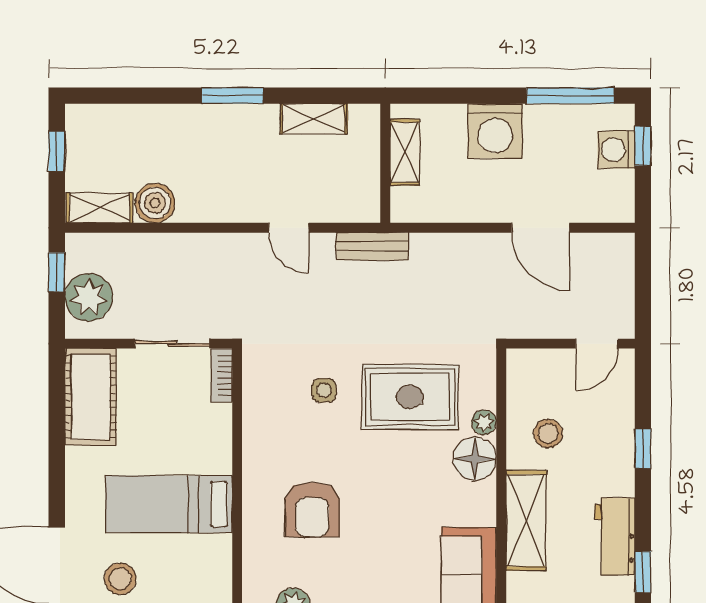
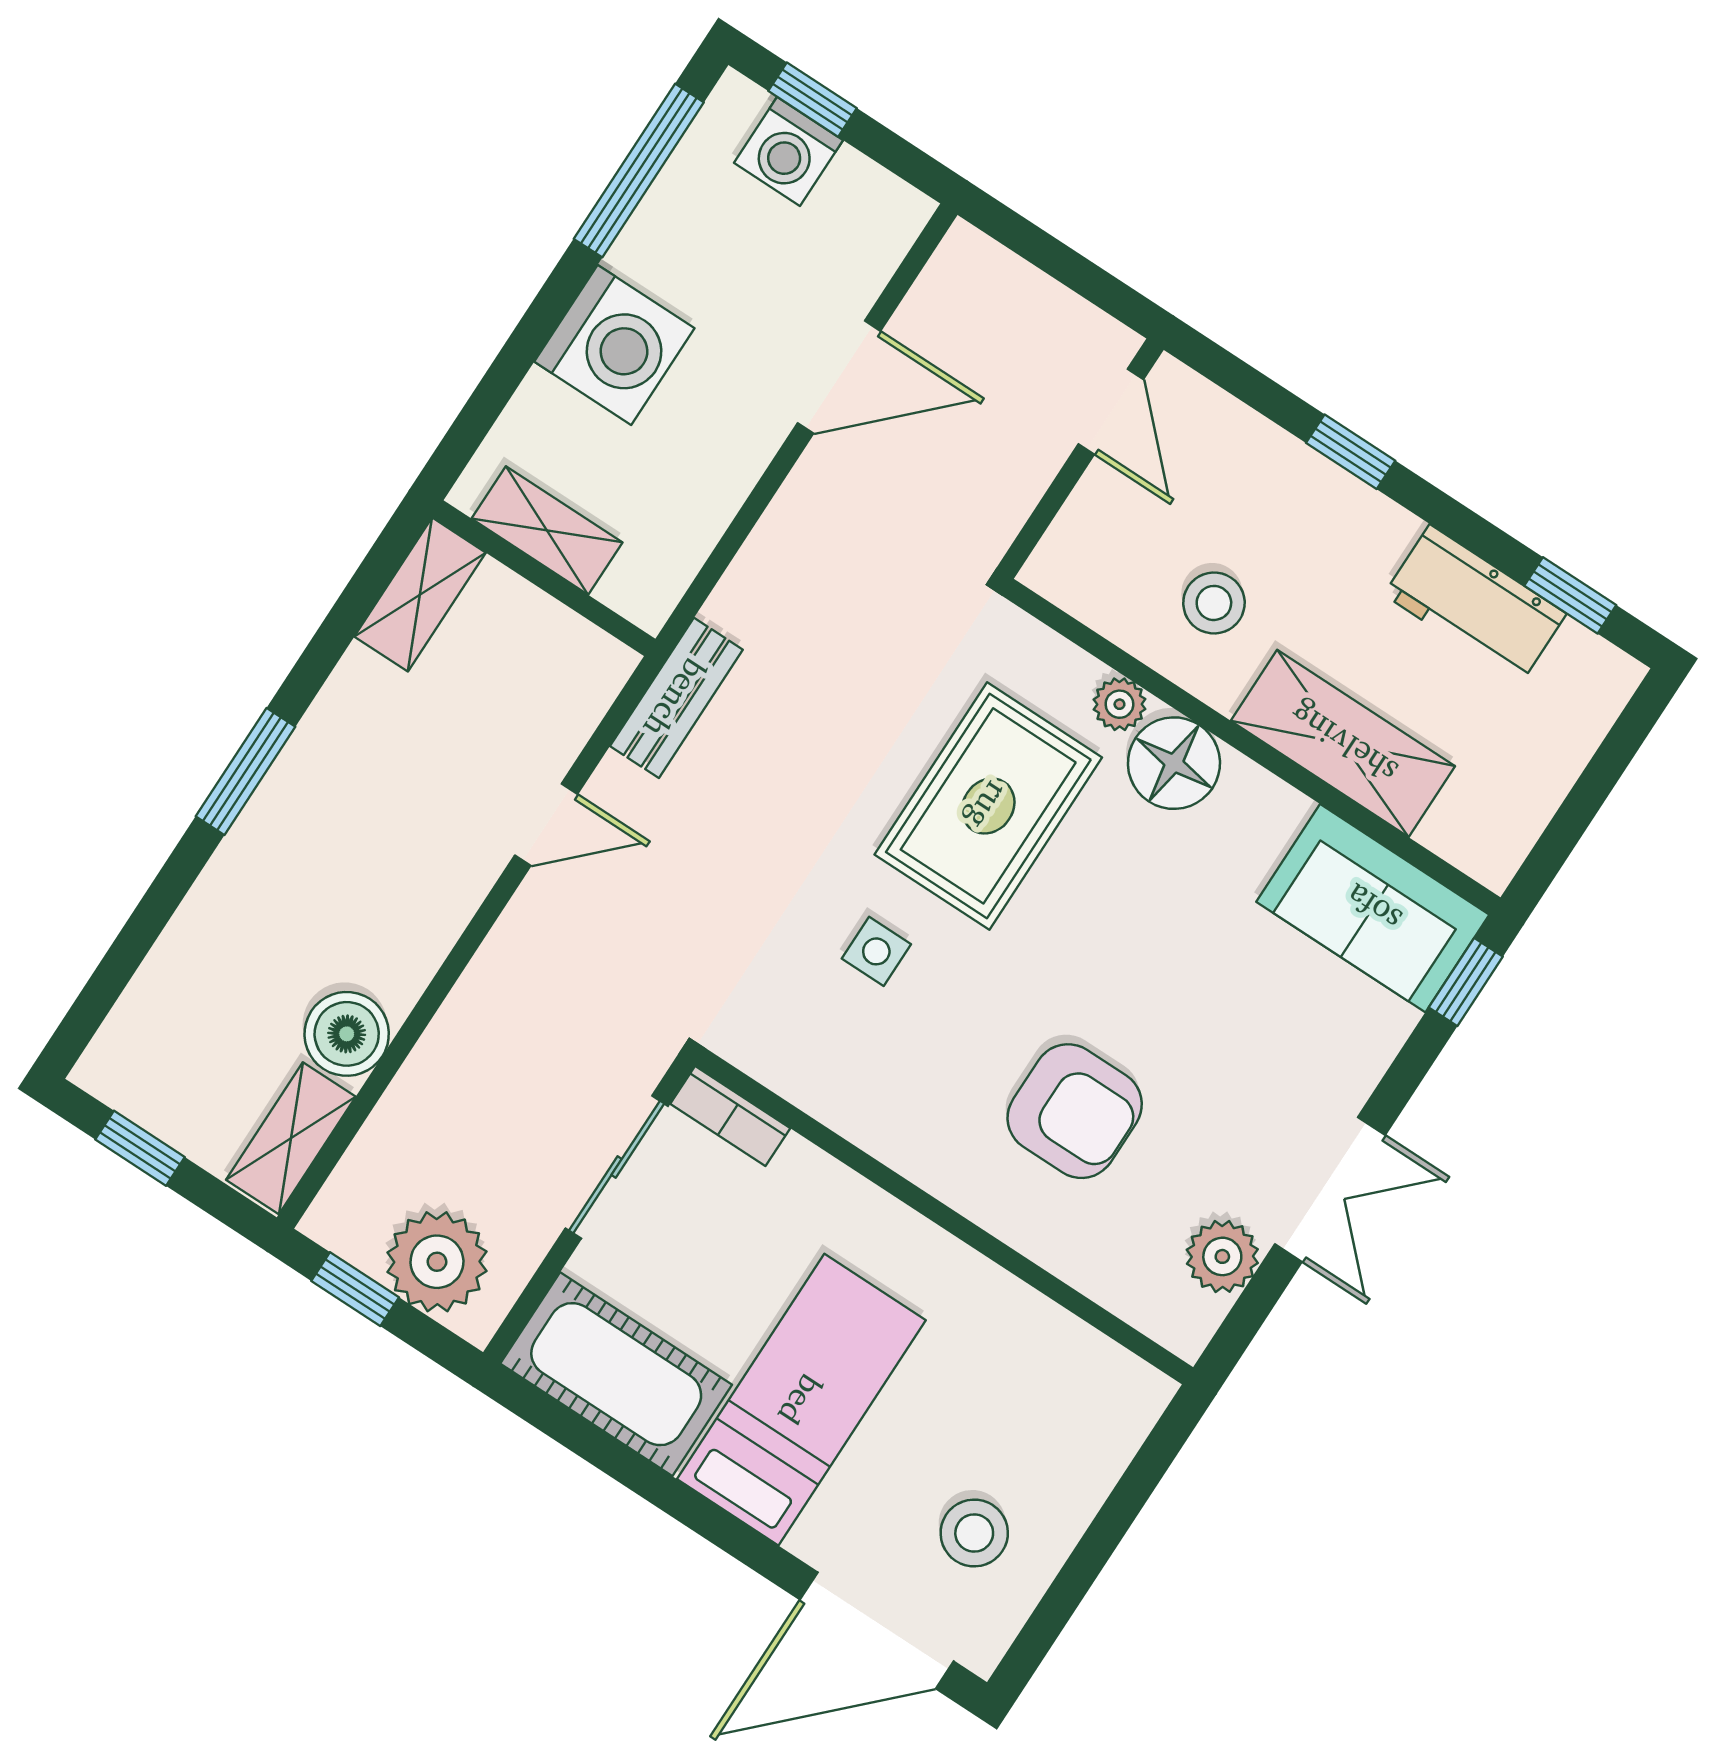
shelving: (314, 119) -> (420, 595), moved
bed: (169, 504) -> (801, 1400), moved, turned 180

